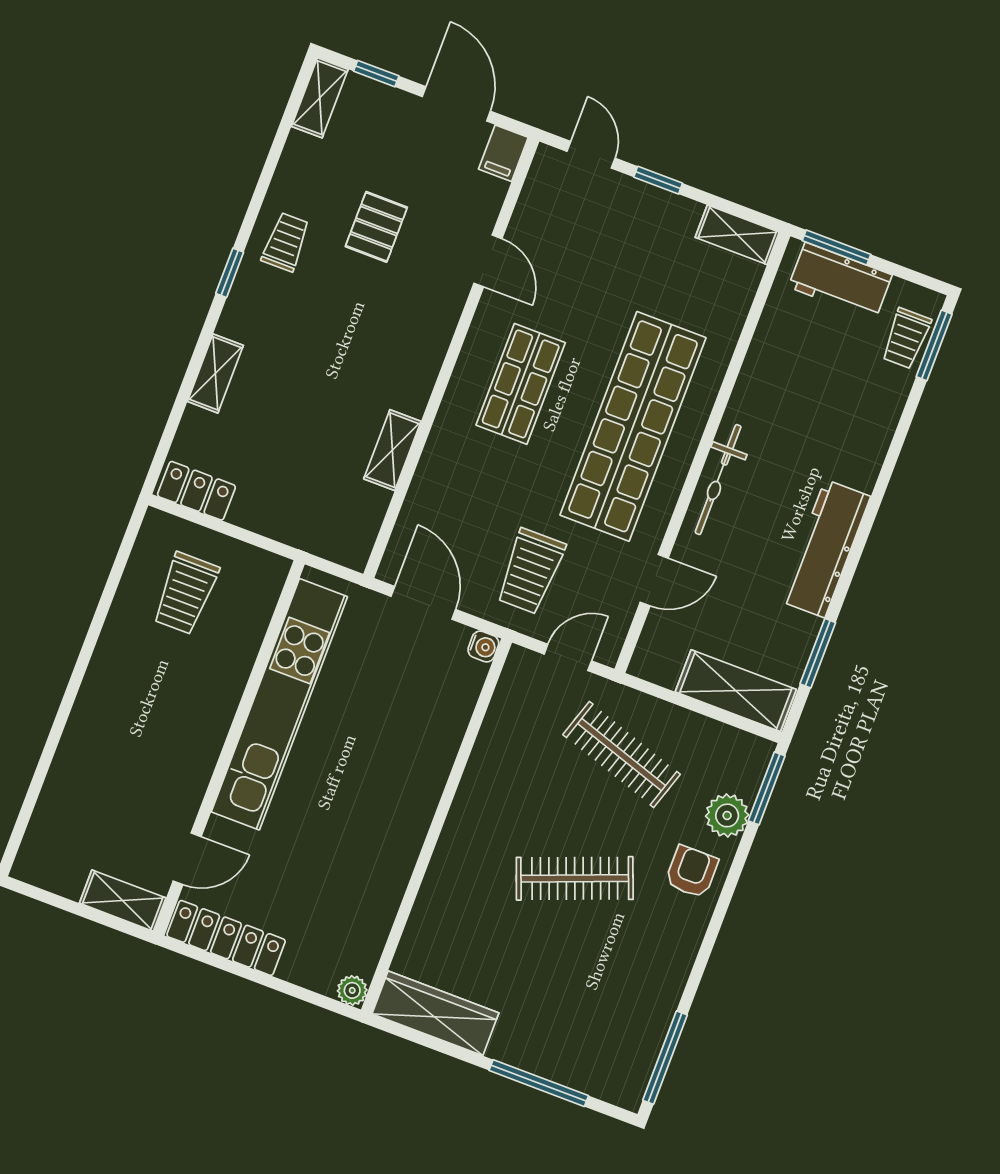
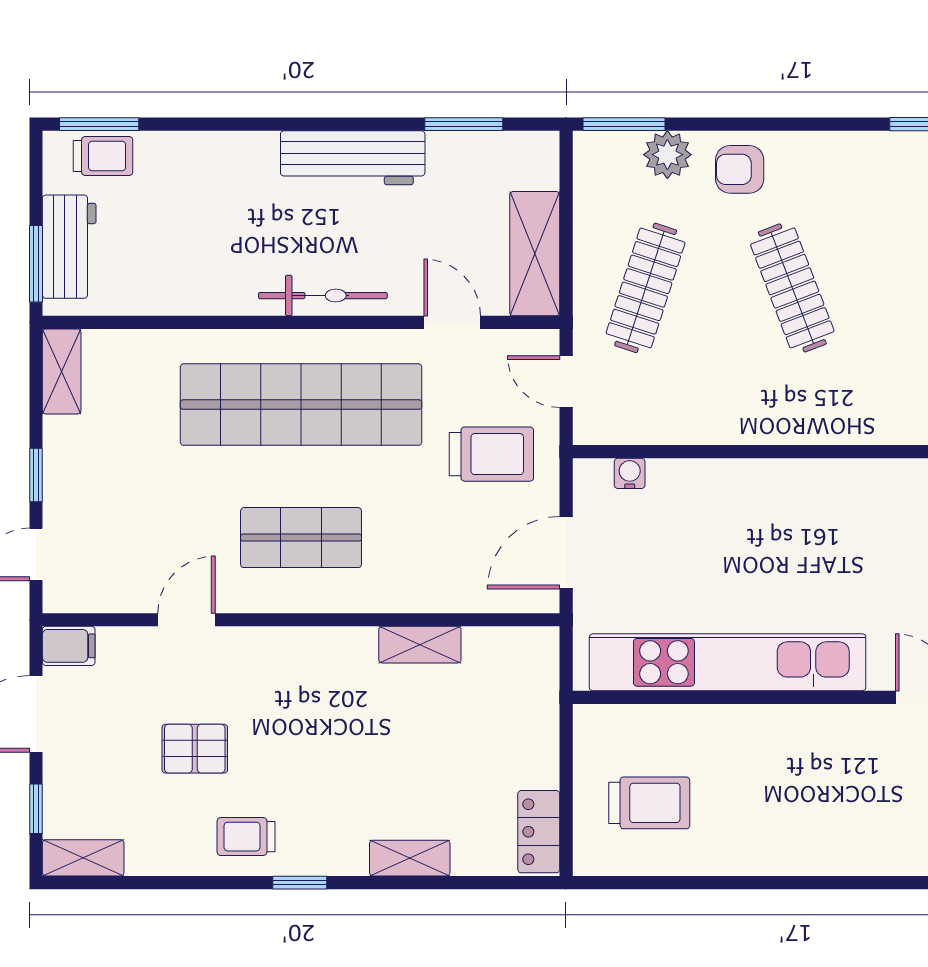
water cooler: (483, 647) -> (630, 473), moved
shelving: (736, 691) -> (535, 254), moved

